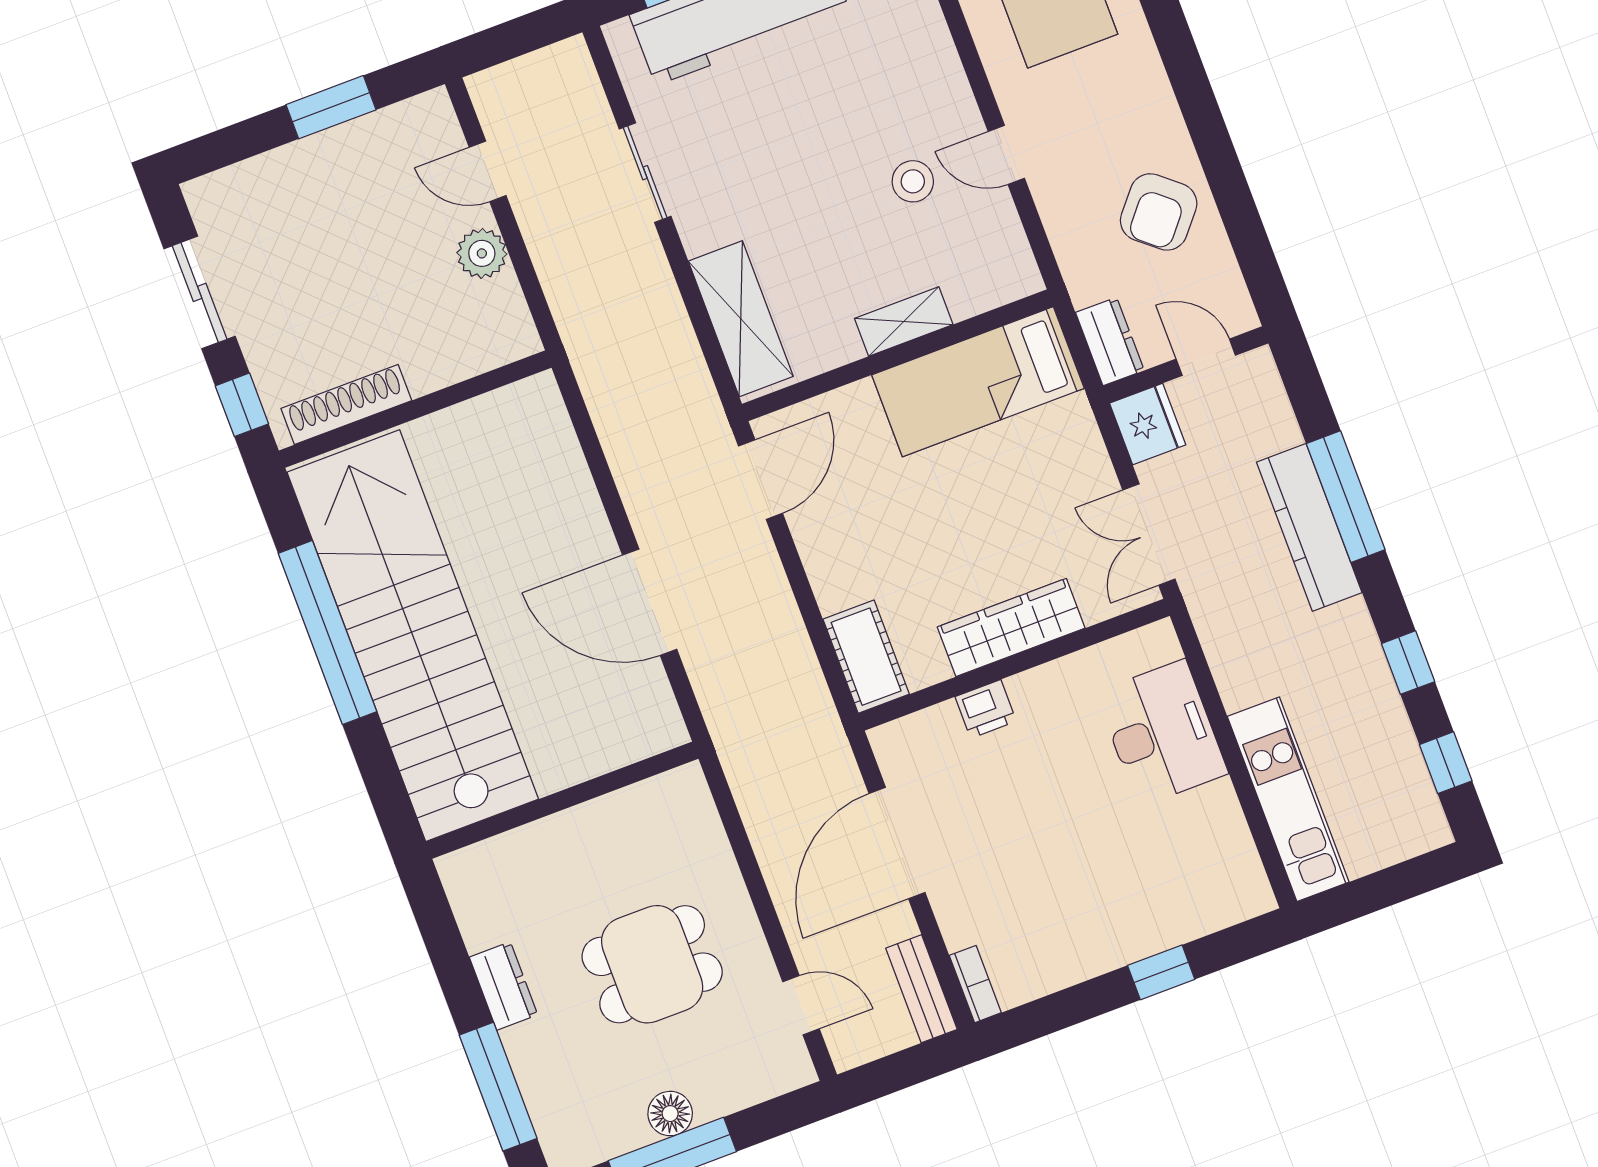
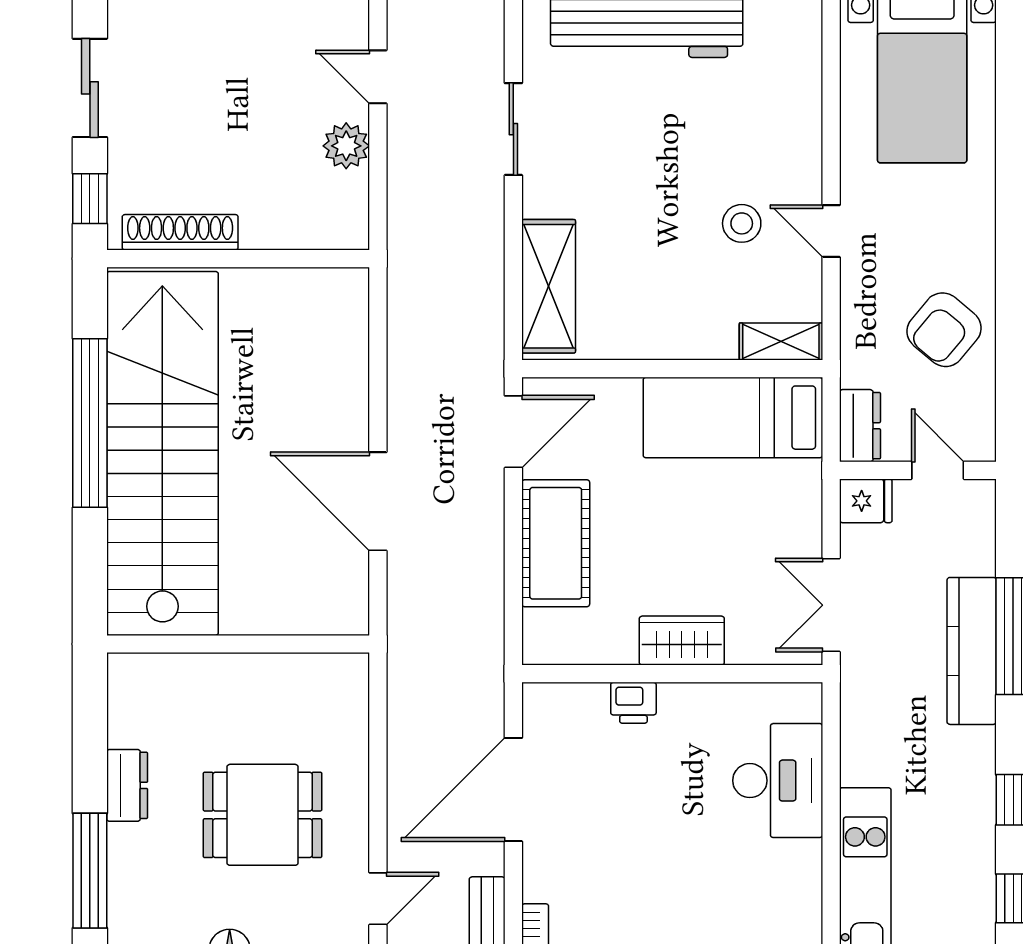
shelving: (904, 321) -> (781, 342), moved
fridge: (1148, 424) -> (866, 501), width x0.72
wardrobe: (1011, 627) -> (682, 641), width x0.67
cot: (866, 657) -> (556, 543), moved, width x1.37, depth x1.34
door: (801, 1005) -> (378, 899), hinge flipped

